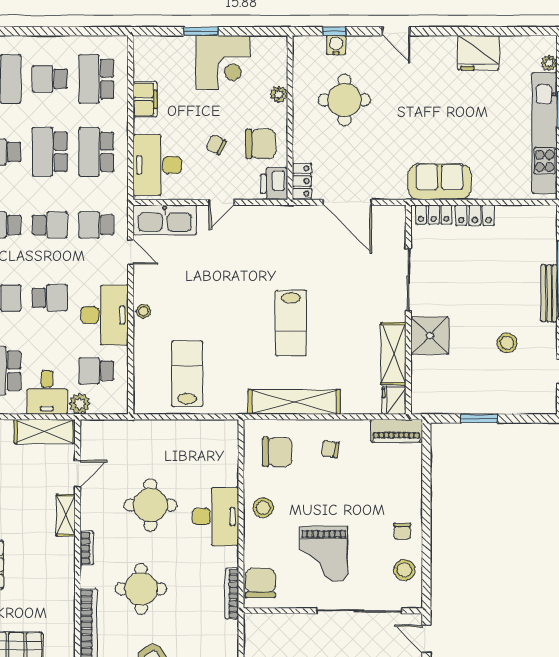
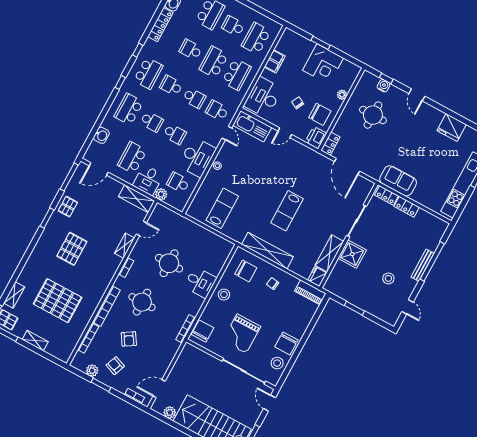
school desk: (96, 152) -> (237, 74), turned 180
desk: (215, 516) -> (200, 282), width x0.73
chair: (402, 531) -> (286, 343), width x1.87, depth x1.87

